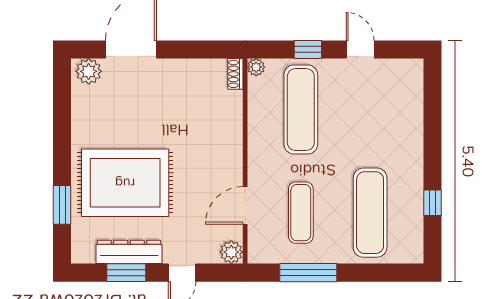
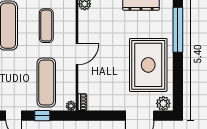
rug: (125, 183) -> (148, 65), moved, turned 90
window: (62, 205) -> (178, 30), width x2.11
door: (245, 205) -> (77, 54), moved

